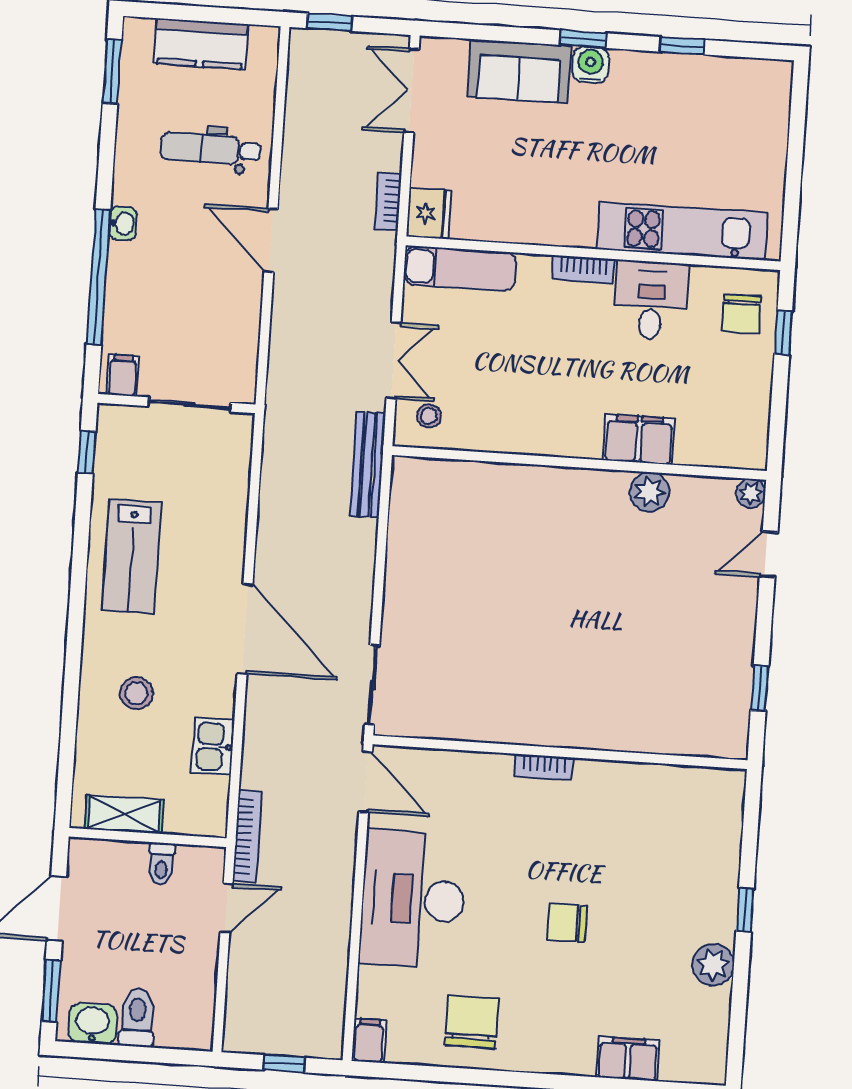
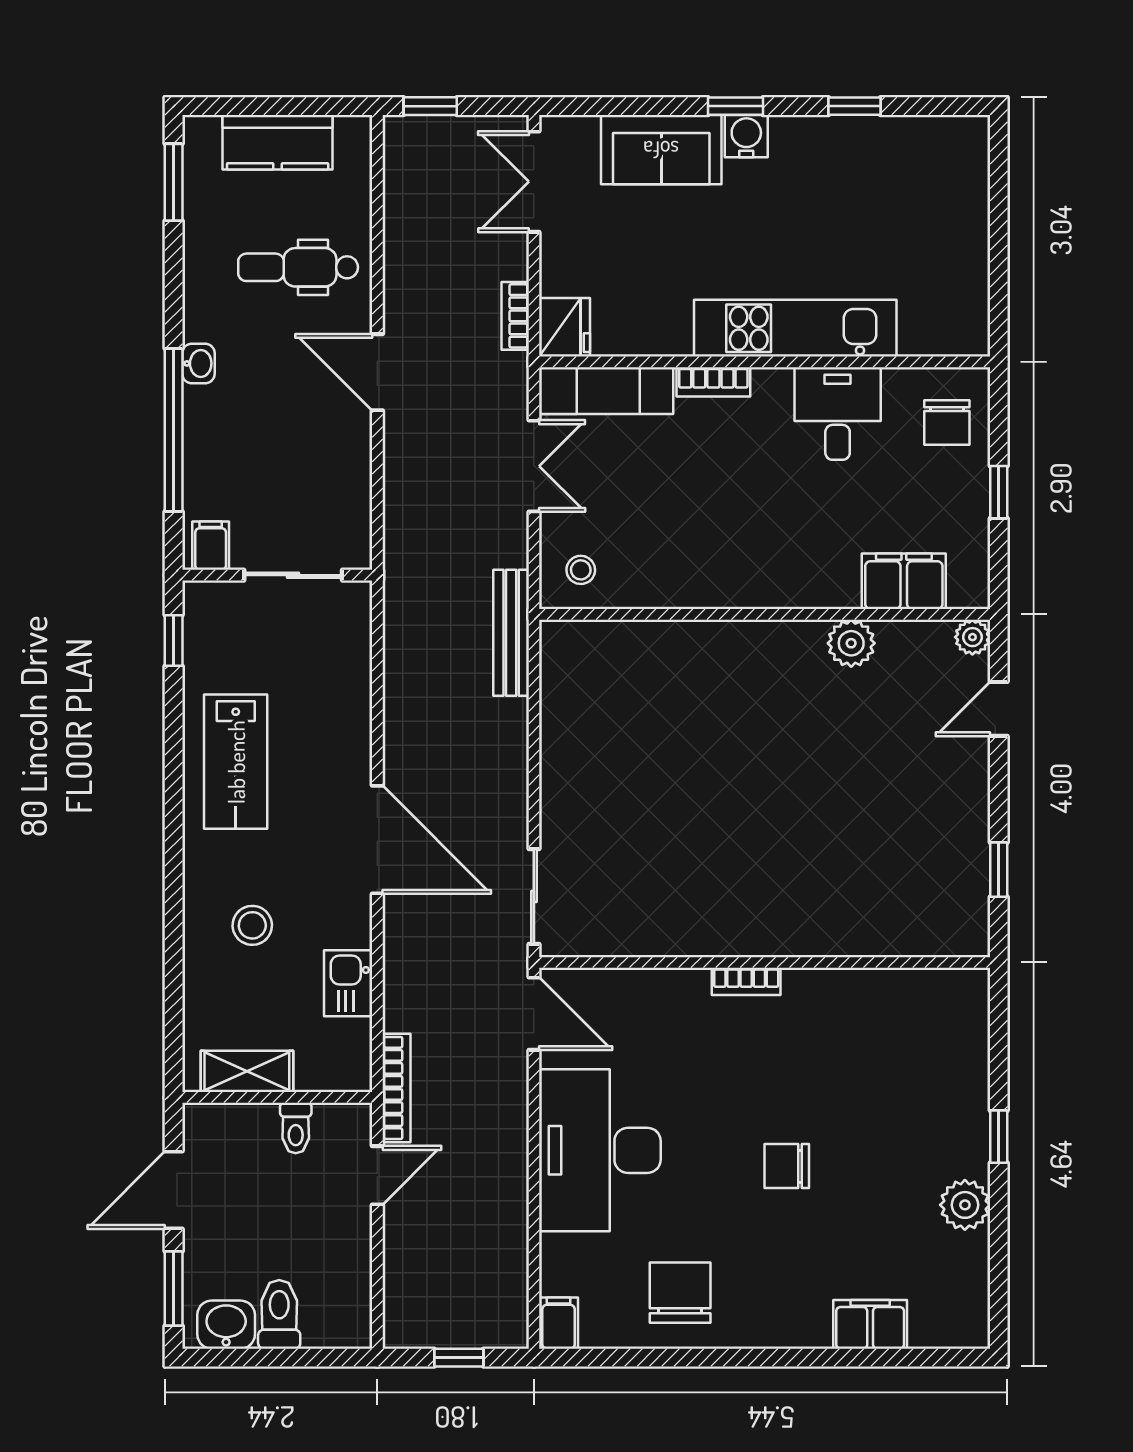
kitchen unit: (682, 231) -> (795, 328), moved
bookcase: (584, 269) -> (713, 382), moved
window: (783, 333) -> (999, 492), moved
double door: (394, 361) -> (534, 466), moved
filing cabinet: (639, 439) -> (904, 581), moved

